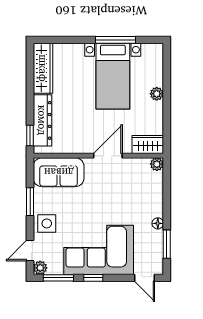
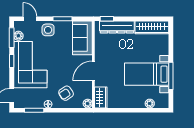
plant: (157, 94) -> (150, 104), moved
door: (108, 156) -> (93, 71), swing flipped
armchair: (141, 197) -> (66, 93), added
plant: (40, 268) -> (18, 36), moved

